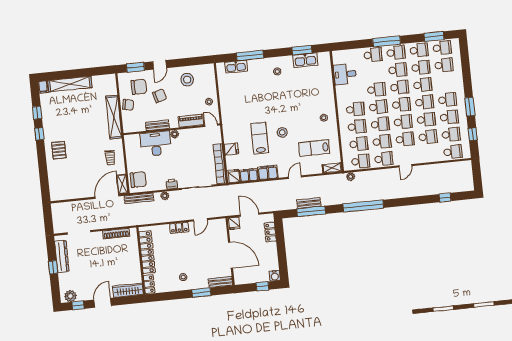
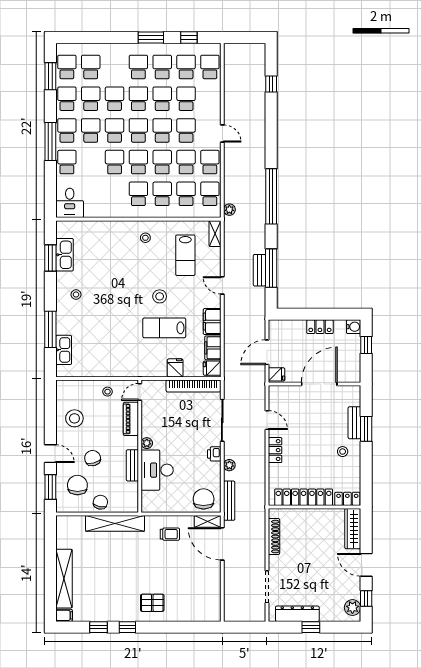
desk: (345, 74) -> (70, 203), moved
locker: (270, 232) -> (320, 327), moved
bench: (220, 282) -> (354, 423), moved

